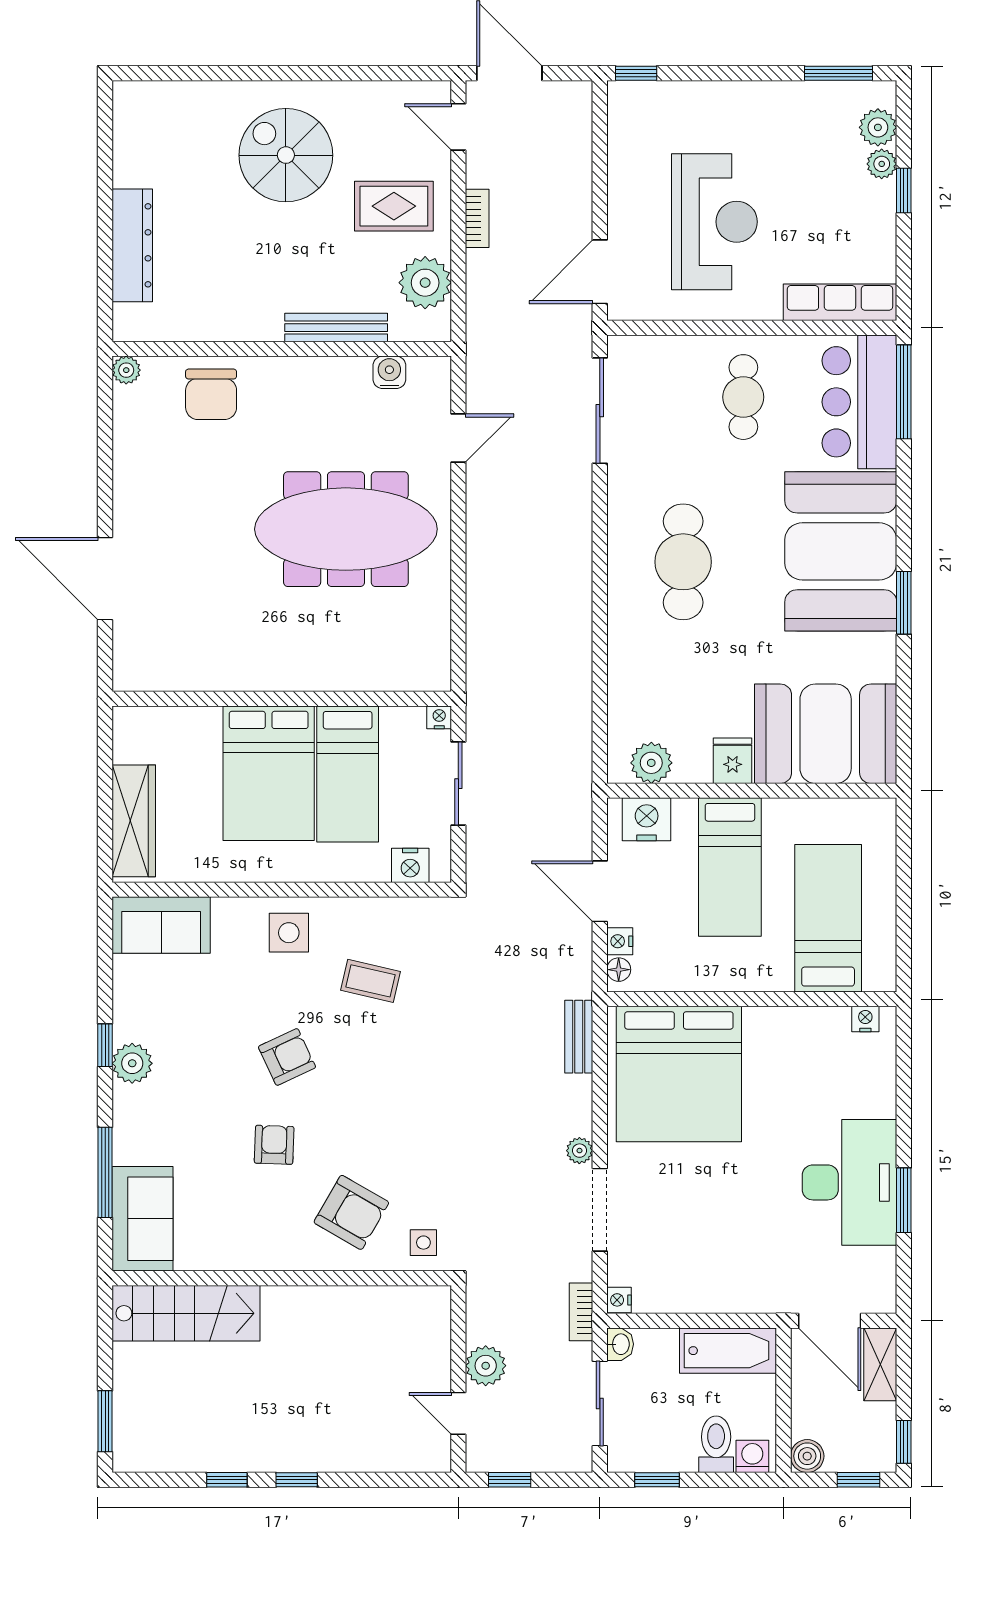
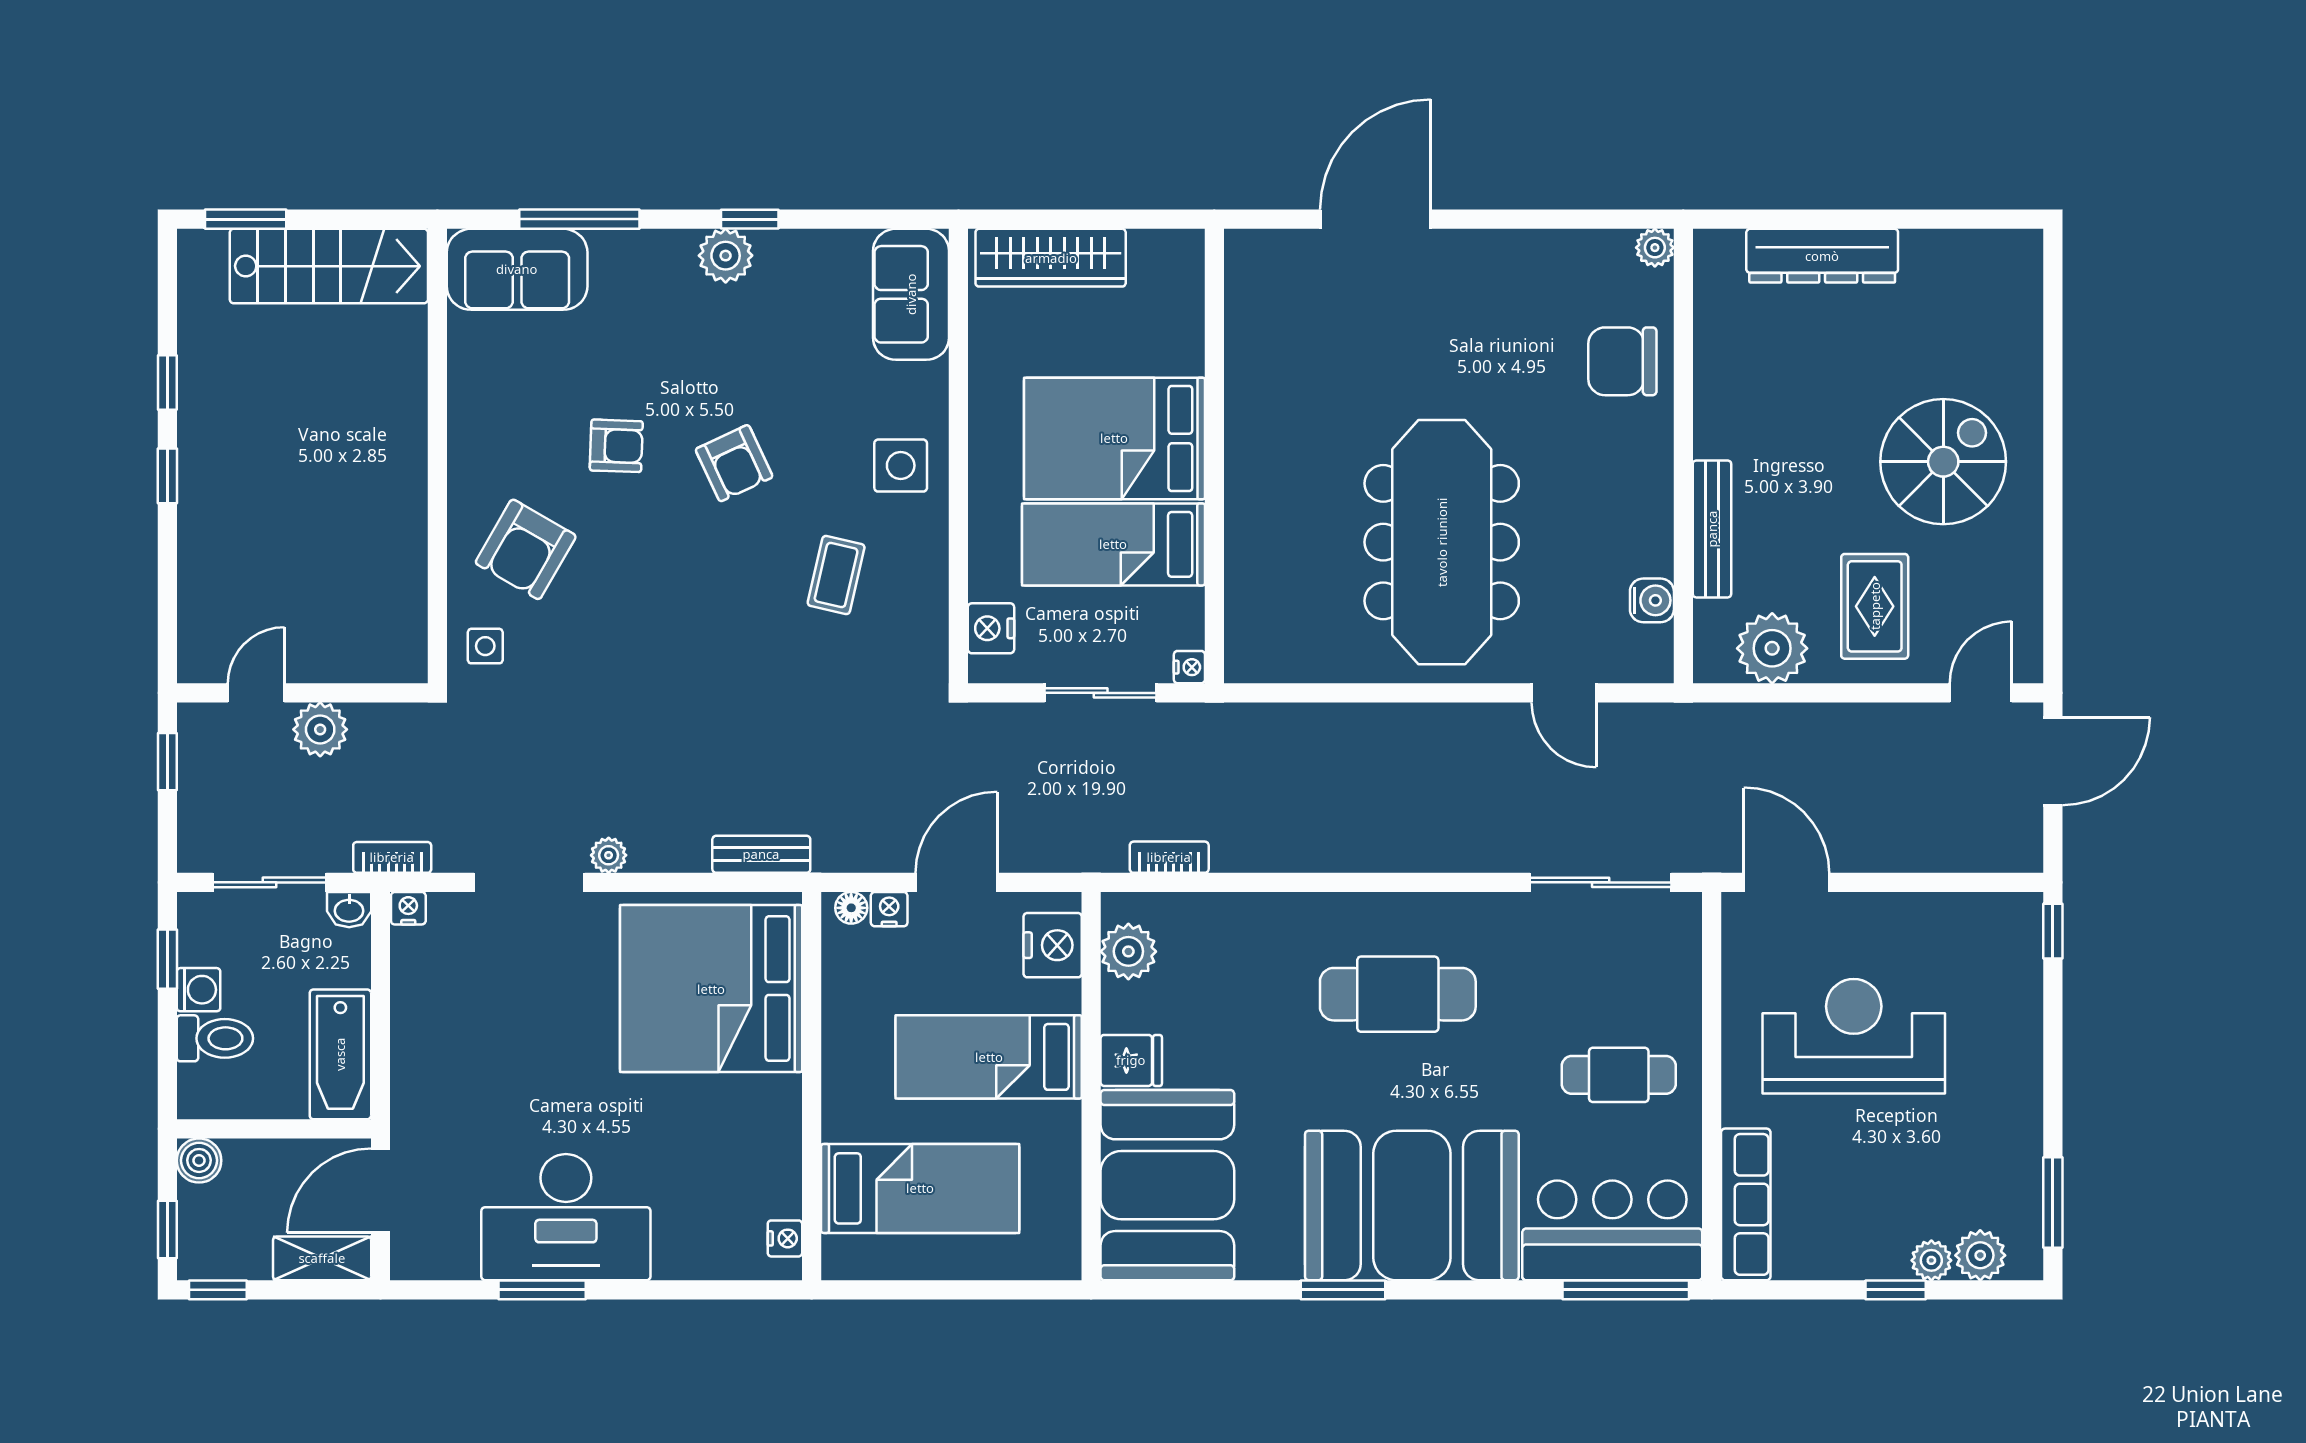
bookcase: (477, 218) -> (1169, 857), moved, turned 180
reception desk: (714, 222) -> (1854, 1036), turned 180
stairs: (186, 1313) -> (329, 266), moved, turned -90
washing machine: (752, 1456) -> (198, 990), moved

